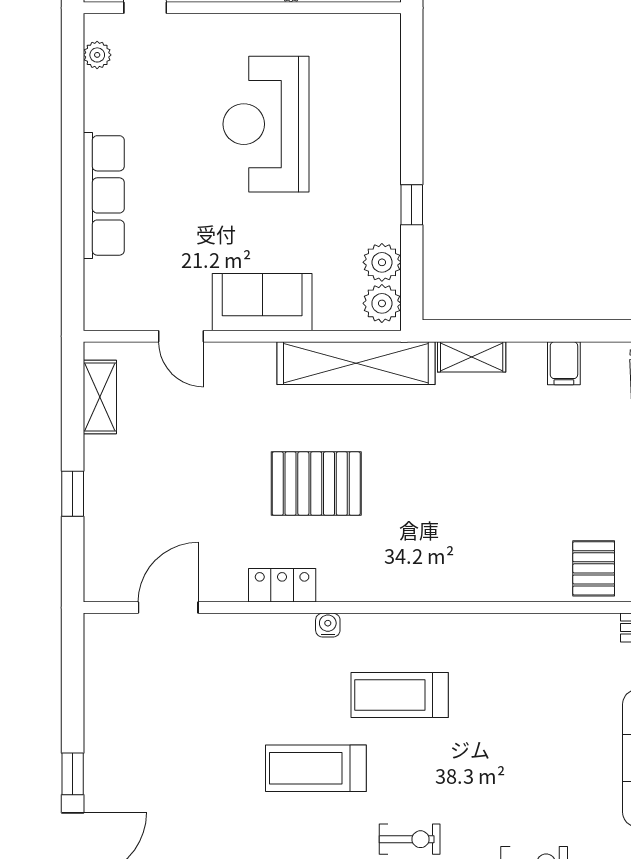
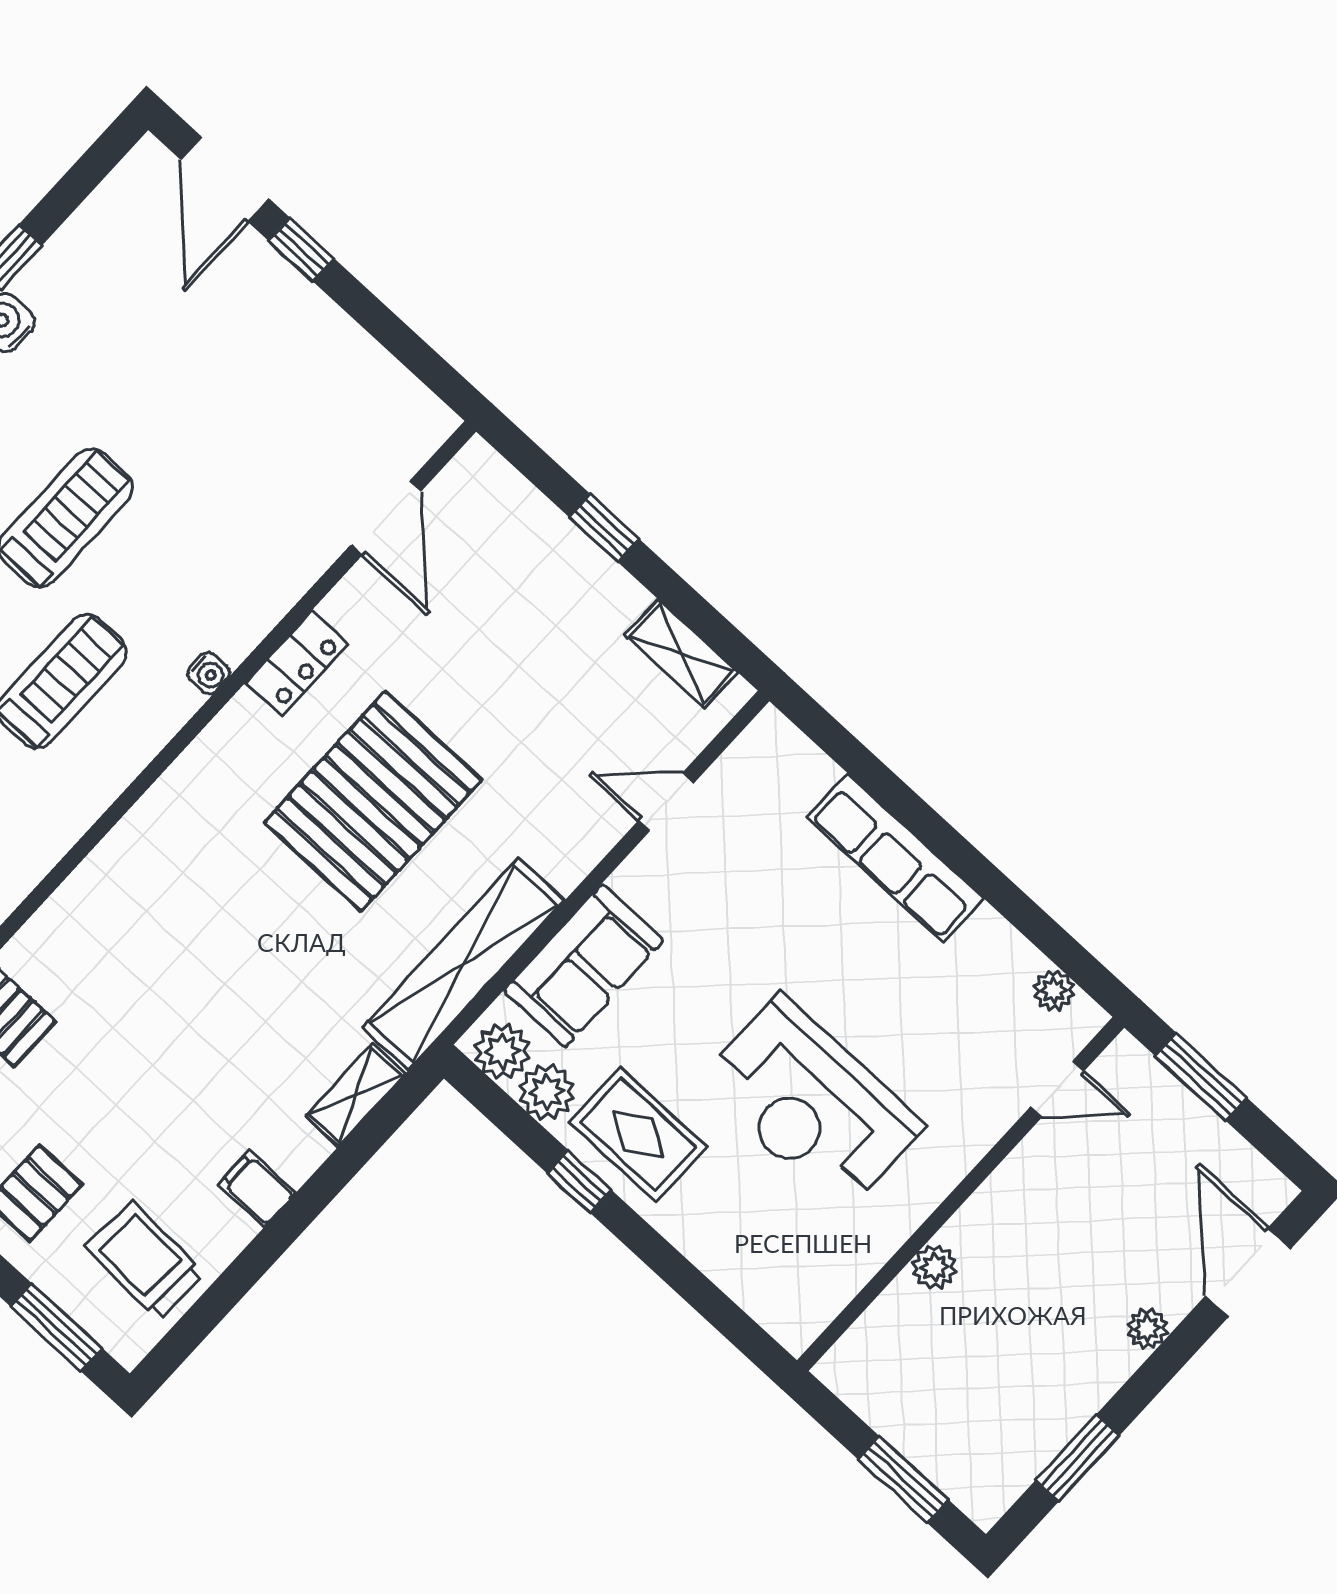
reception desk: (266, 124) -> (811, 1104), turned 180
rug: (361, 197) -> (638, 1135), added
sofa: (262, 302) -> (584, 966), moved
pallet: (316, 484) -> (373, 801), width x1.37, depth x1.41

